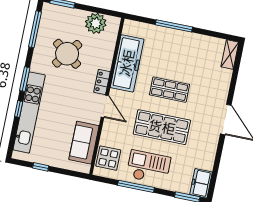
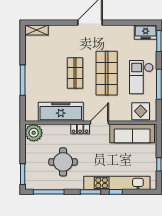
plant: (96, 23) -> (34, 133), moved
round table: (67, 54) -> (63, 162), turned -37
sofa: (84, 143) -> (132, 133), width x1.36

